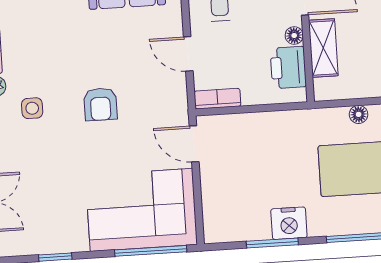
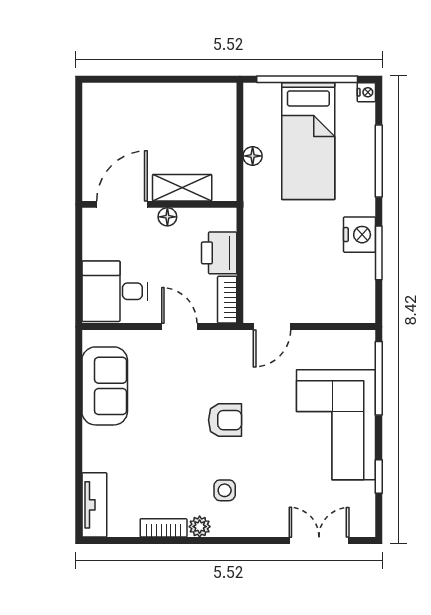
door: (188, 54) -> (179, 327), swing flipped
printer: (288, 67) -> (219, 253), moved, turned 90
corner sofa: (141, 210) -> (336, 425), moved

